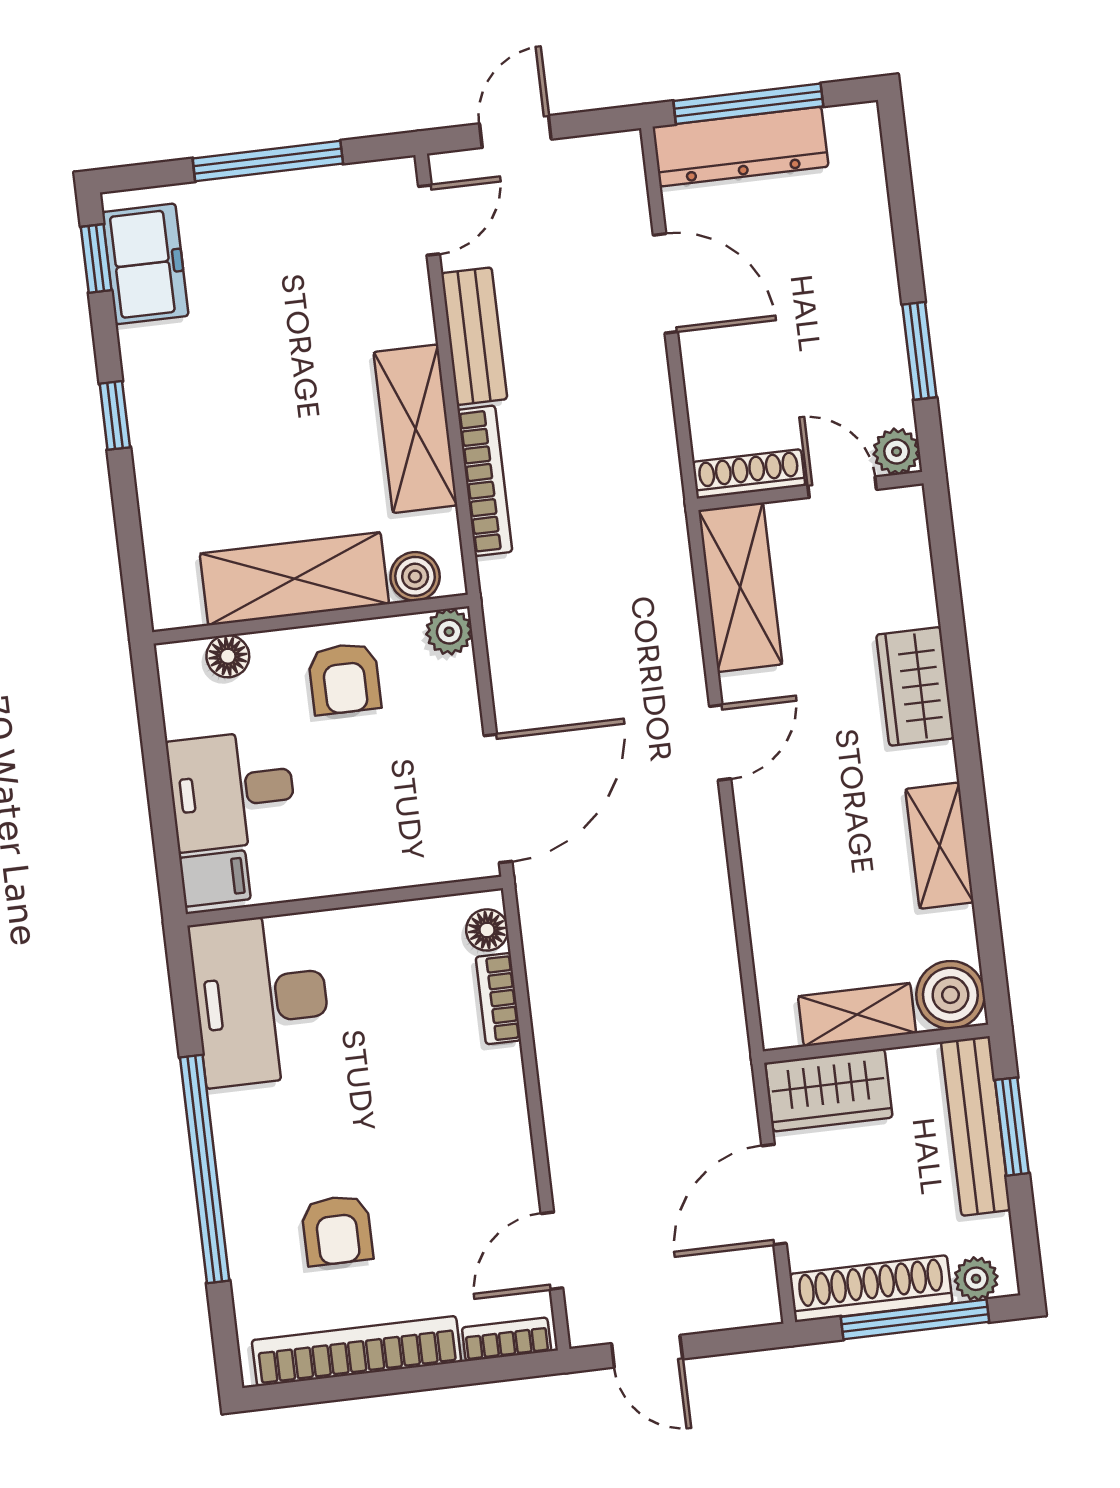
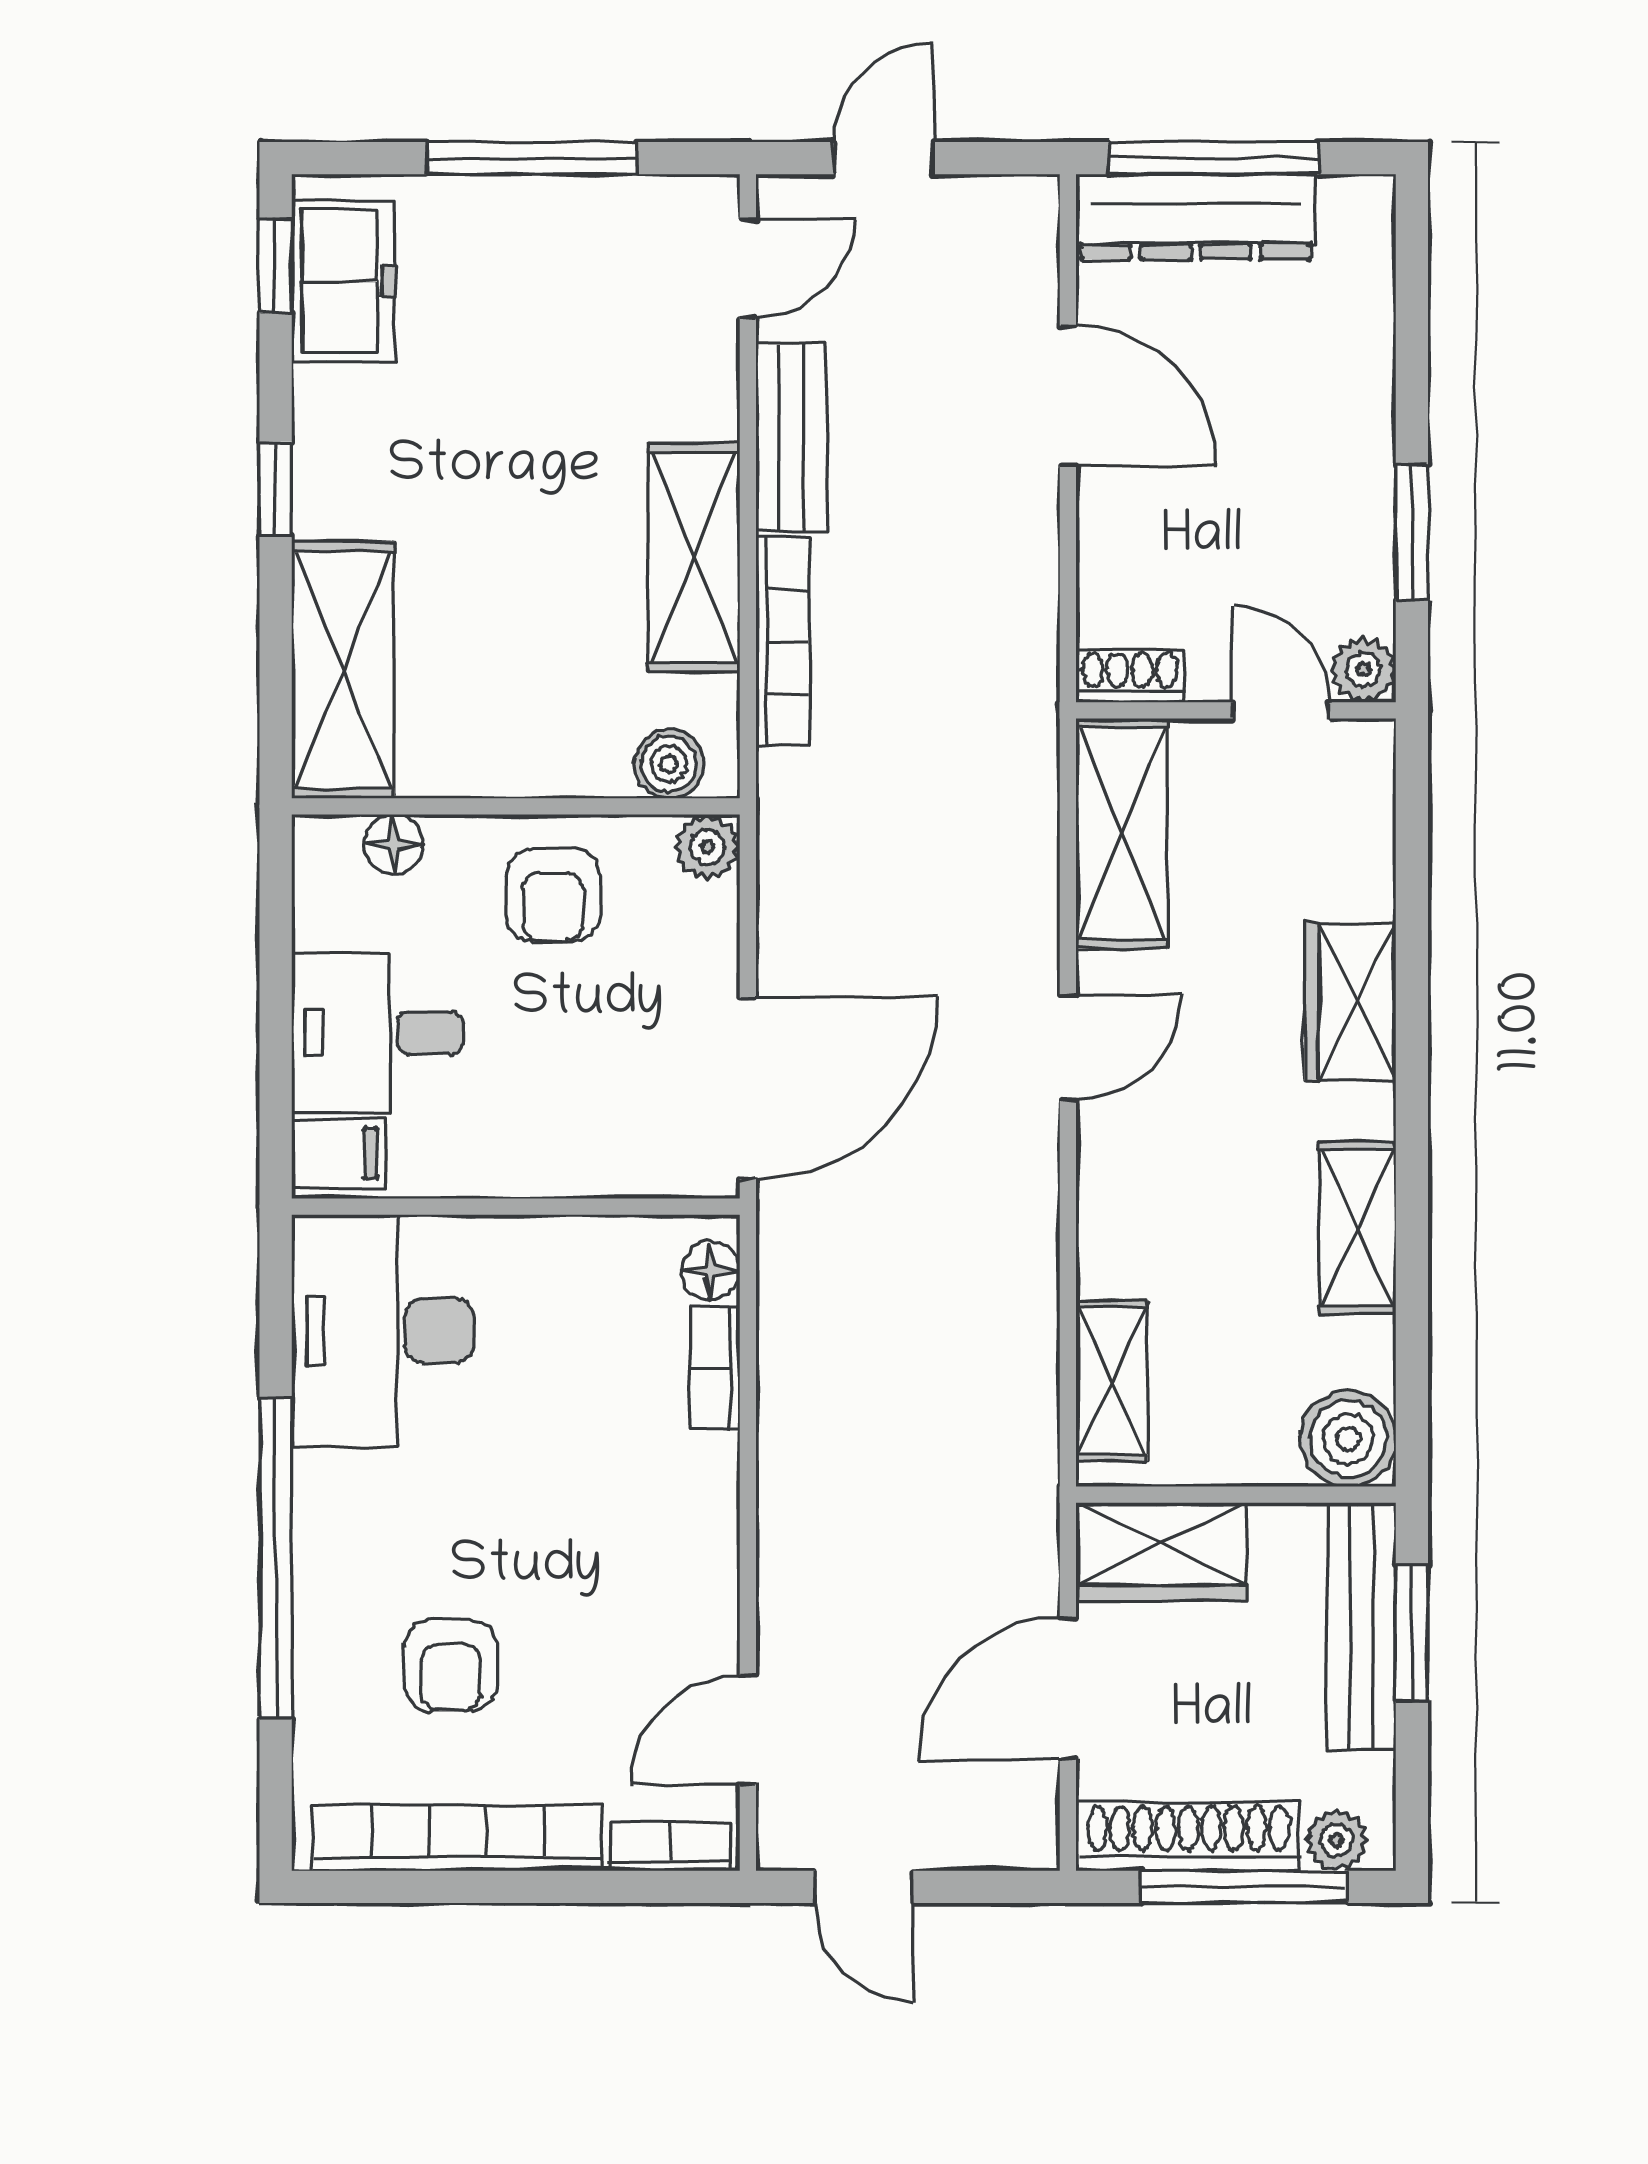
shoe rack: (749, 474) -> (1130, 676), width x0.70
shelving: (294, 579) -> (343, 670), moved, turned 90
shelving: (857, 1015) -> (1112, 1381), moved, turned 90

